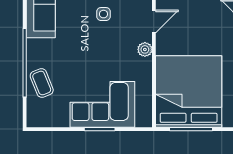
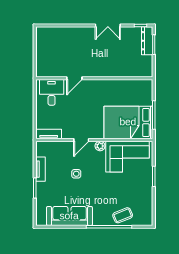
door: (154, 22) -> (81, 140), swing flipped
bed: (189, 92) -> (128, 122), width x0.73
corner sofa: (102, 104) -> (128, 157), moved, turned -90

